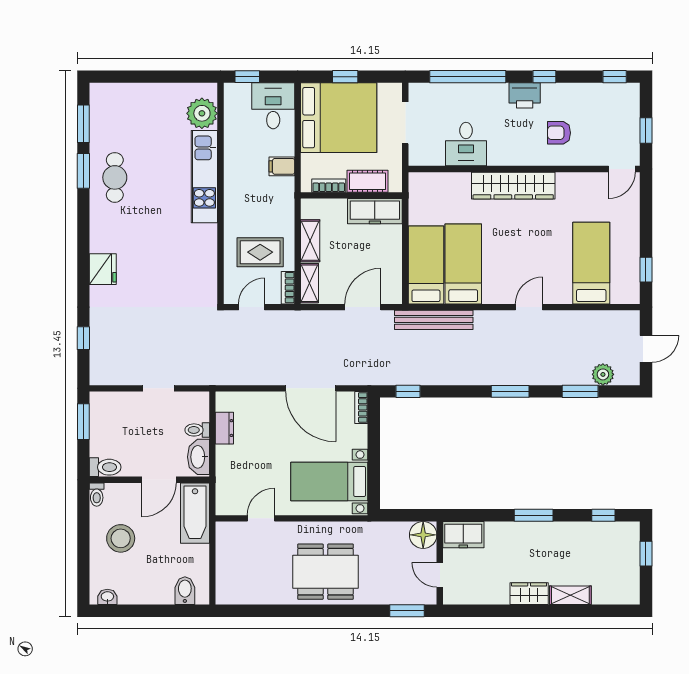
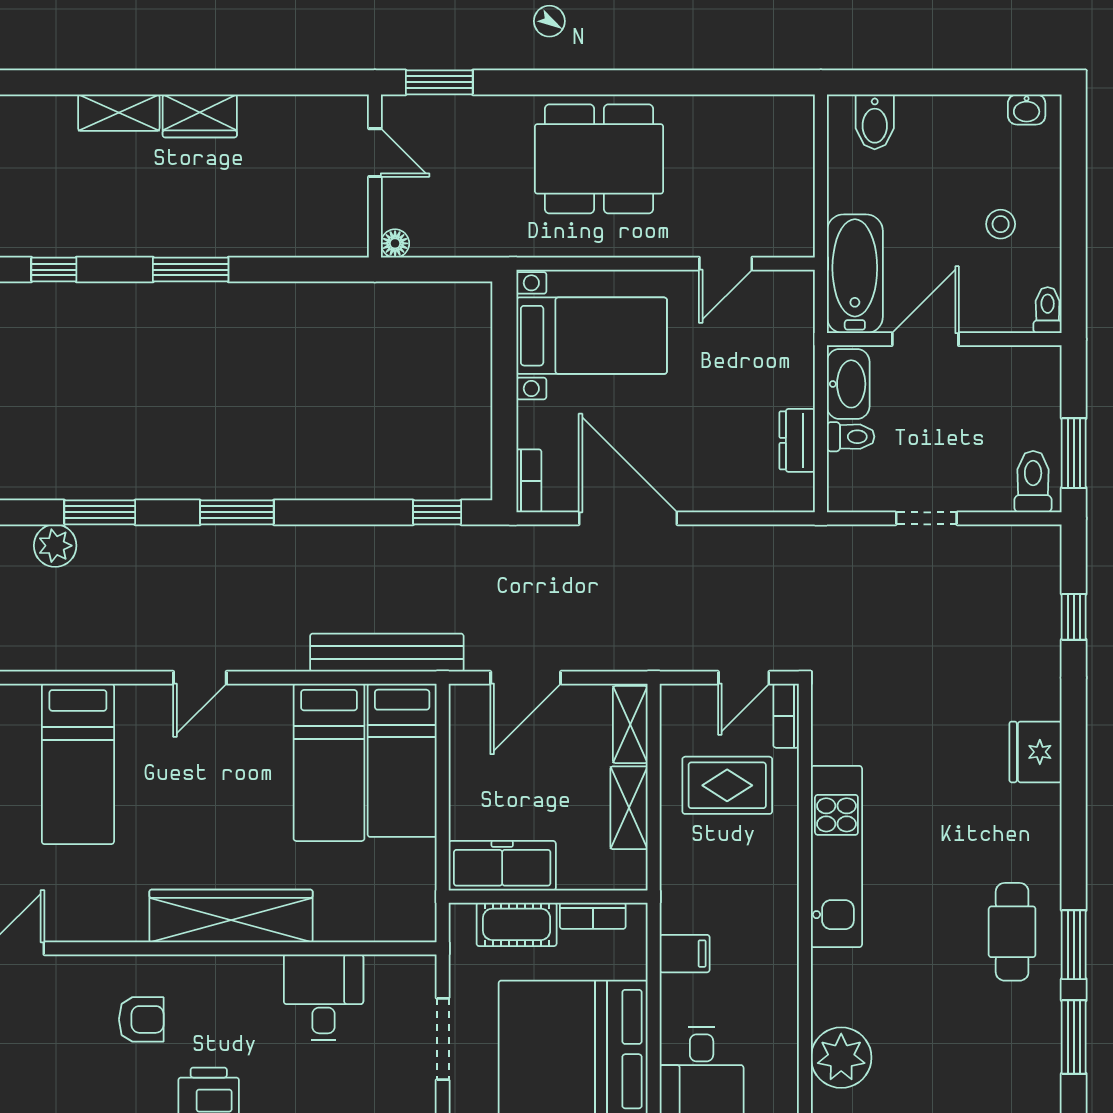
kitchen unit: (204, 177) -> (836, 857), moved
bookcase: (288, 288) -> (786, 716), moved, turned 180
toilet: (105, 467) -> (1033, 482), moved, turned 90
floor lamp: (423, 535) -> (395, 243), width x0.53, depth x0.53
freezer: (463, 535) -> (329, 231), removed
stool: (121, 538) -> (1001, 224), width x0.53, depth x0.53

